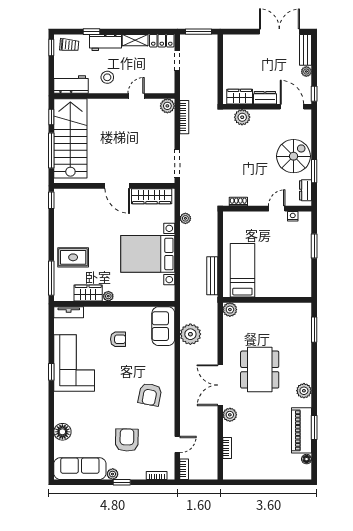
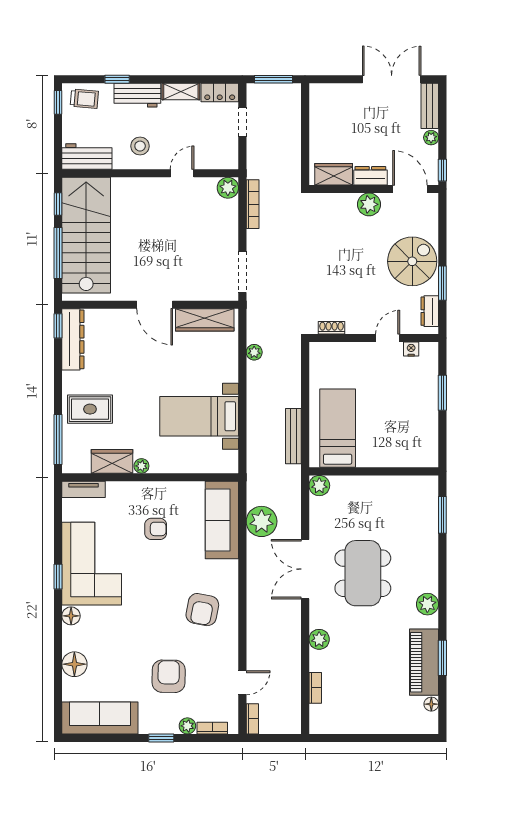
plant: (242, 117) -> (369, 204), moved
dresser: (61, 210) -> (73, 339), added
bed with nightstands: (148, 254) -> (199, 416), width x0.73
sofa: (163, 326) -> (222, 520), width x1.36
double door: (220, 385) -> (305, 569), moved
floor lamp: (60, 399) -> (71, 616), added
plant: (113, 474) -> (187, 726), moved

